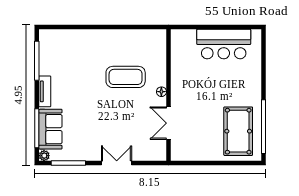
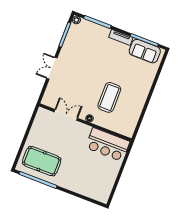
bar counter: (224, 44) -> (108, 145), moved, turned -90
sofa: (50, 129) -> (145, 51), moved
double door: (117, 163) -> (52, 68), swing flipped

